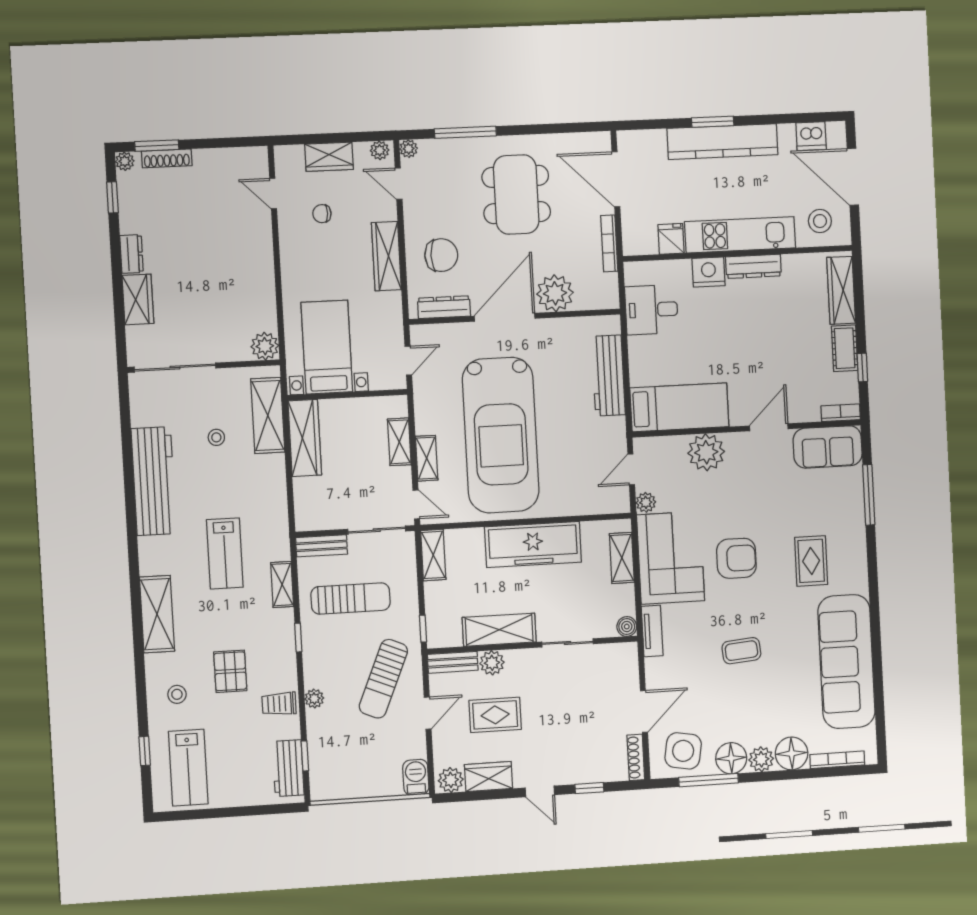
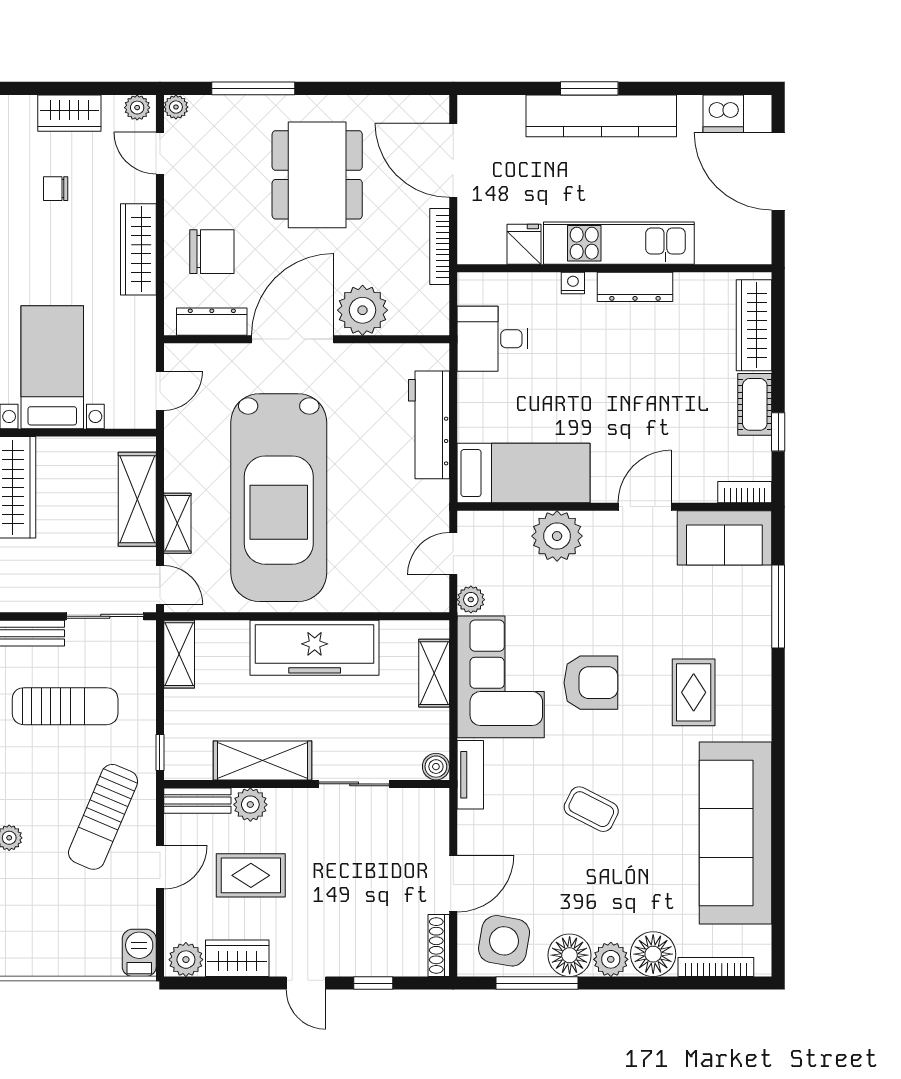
stool: (820, 221) -> (730, 230), removed
nightstand: (709, 272) -> (573, 283), width x0.53, depth x0.56
shelving: (399, 442) -> (137, 499), width x1.50, depth x1.33
coffee table: (741, 651) -> (591, 809), turned 32

